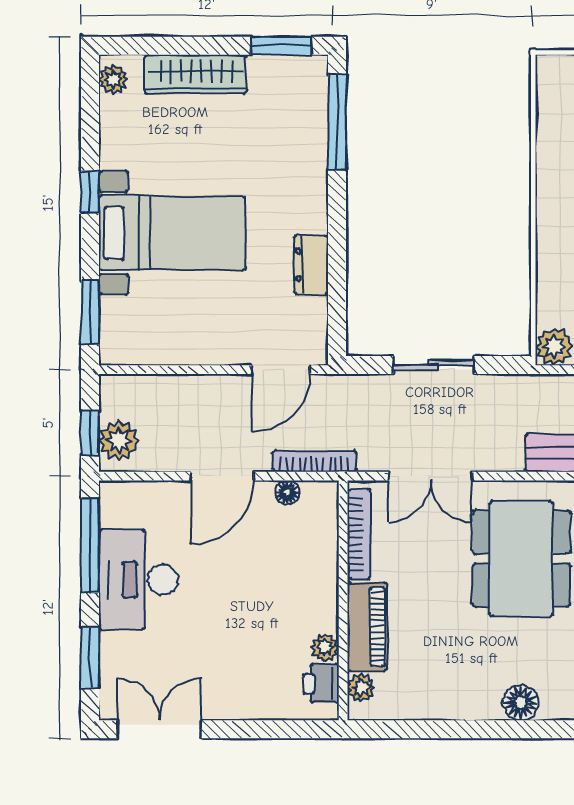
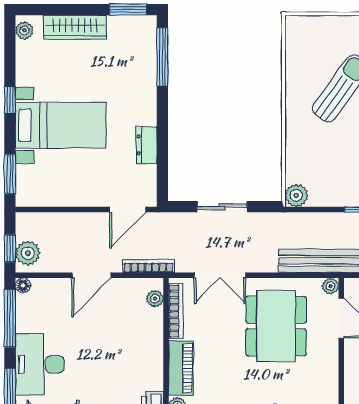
floor lamp: (287, 493) -> (23, 285), moved
desk: (138, 580) -> (40, 364), moved
plant: (325, 647) -> (155, 299), moved

